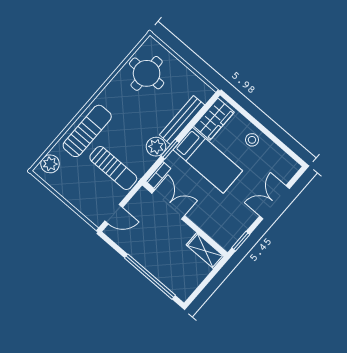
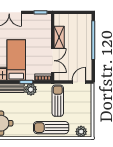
double door: (168, 205) -> (53, 61), swing flipped
door: (114, 214) -> (79, 82), hinge flipped
shelving: (205, 251) -> (59, 37), moved

